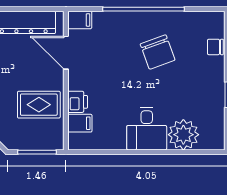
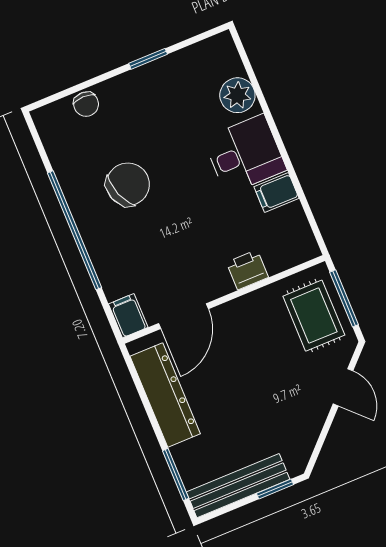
rug: (39, 105) -> (314, 316), moved
filing cabinet: (80, 123) -> (277, 193), moved, turned -90
plant: (183, 135) -> (237, 95), width x0.73, depth x0.73

